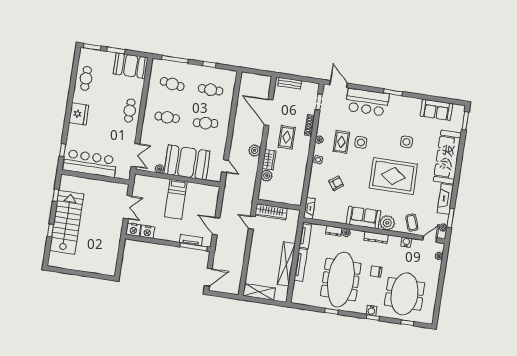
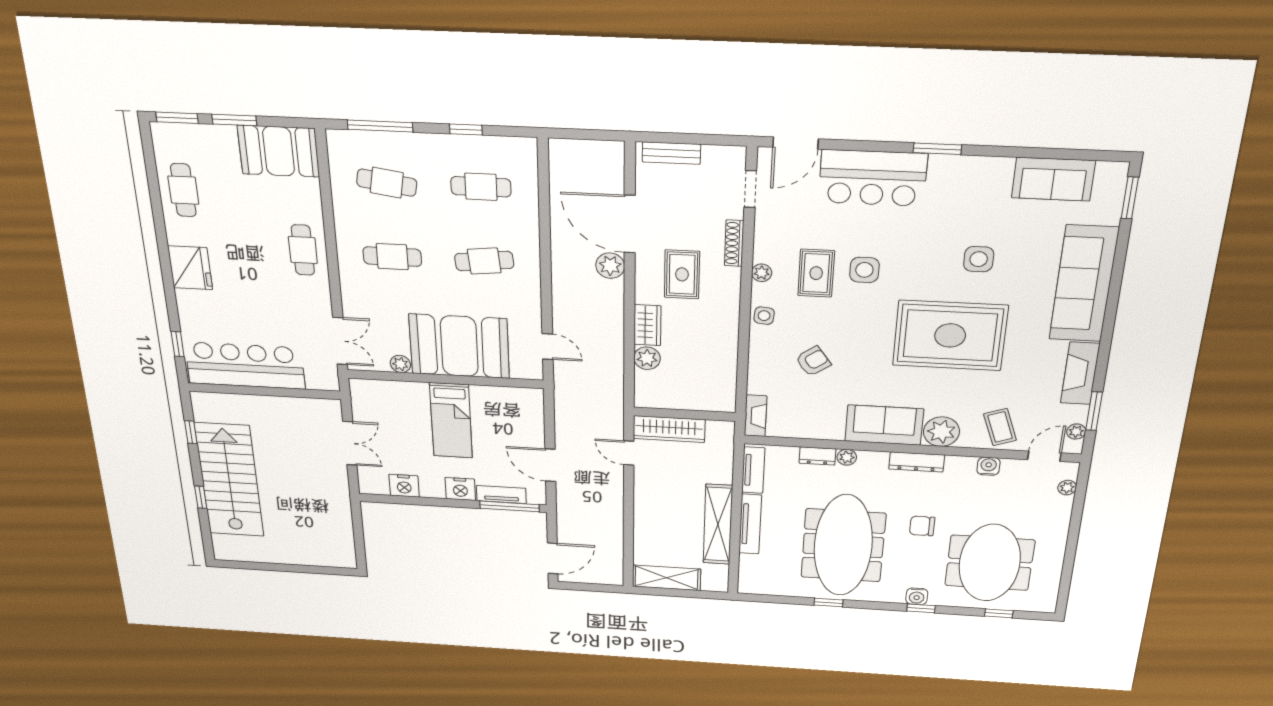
door: (339, 84) -> (796, 143), swing flipped
plant: (255, 151) -> (610, 266), moved
nightstand: (133, 230) -> (460, 489), moved

